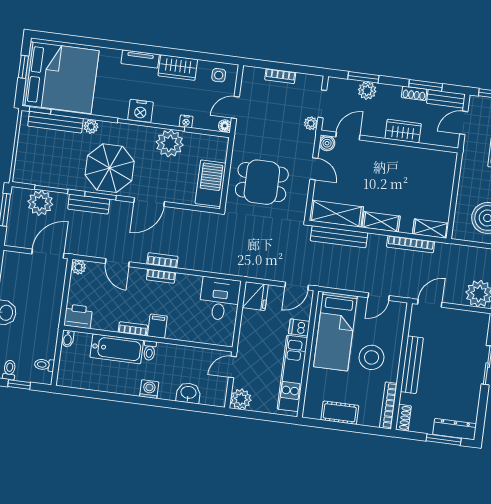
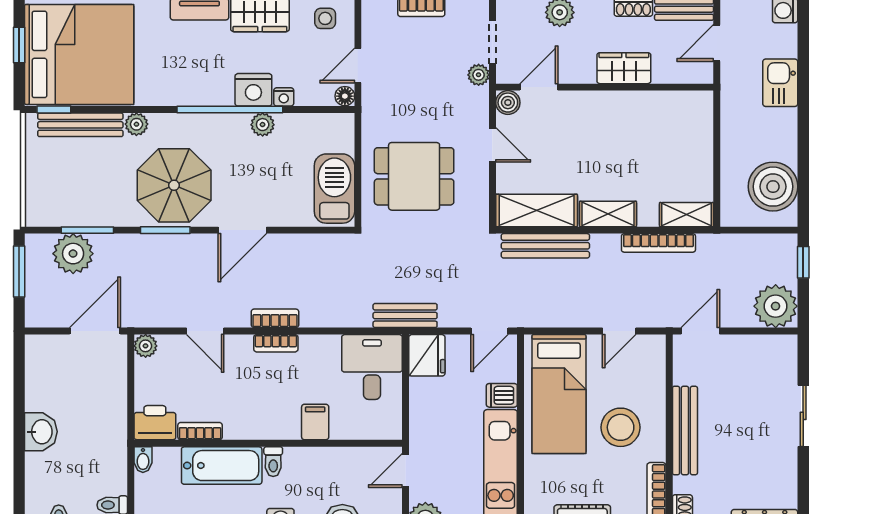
nightstand: (141, 111) -> (253, 90), moved
plant: (170, 143) -> (263, 125), width x0.53, depth x0.53
bench: (89, 204) -> (405, 316), moved
filing cabinet: (157, 326) -> (315, 422), moved
bookcase: (133, 329) -> (200, 431), moved

